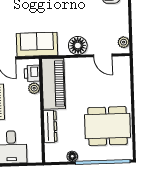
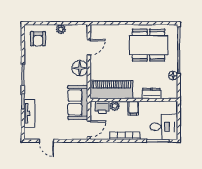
plant: (124, 42) -> (61, 29), moved
filing cabinet: (32, 110) -> (133, 108), added
dresser: (50, 126) -> (151, 93), width x0.70
dining table: (107, 126) -> (149, 45), turned 90

